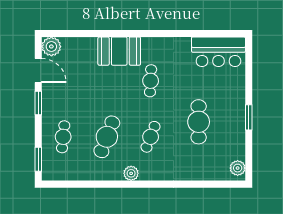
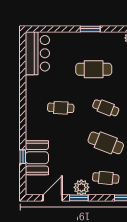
window: (90, 33) -> (23, 157), added
plant: (51, 46) -> (81, 187), moved
booth: (119, 51) -> (37, 158), moved

